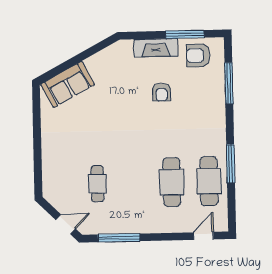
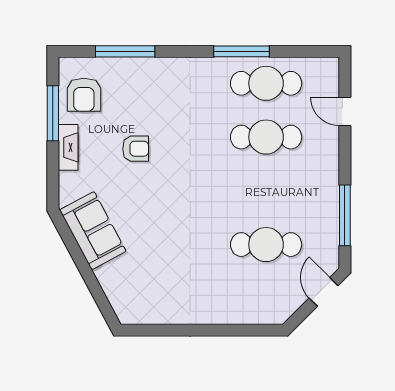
fireplace: (156, 48) -> (68, 147), width x0.73, depth x0.76
sofa: (68, 84) -> (93, 231), moved
cafe table: (97, 184) -> (266, 245), width x1.37, depth x1.35
door: (203, 236) -> (345, 111), moved

